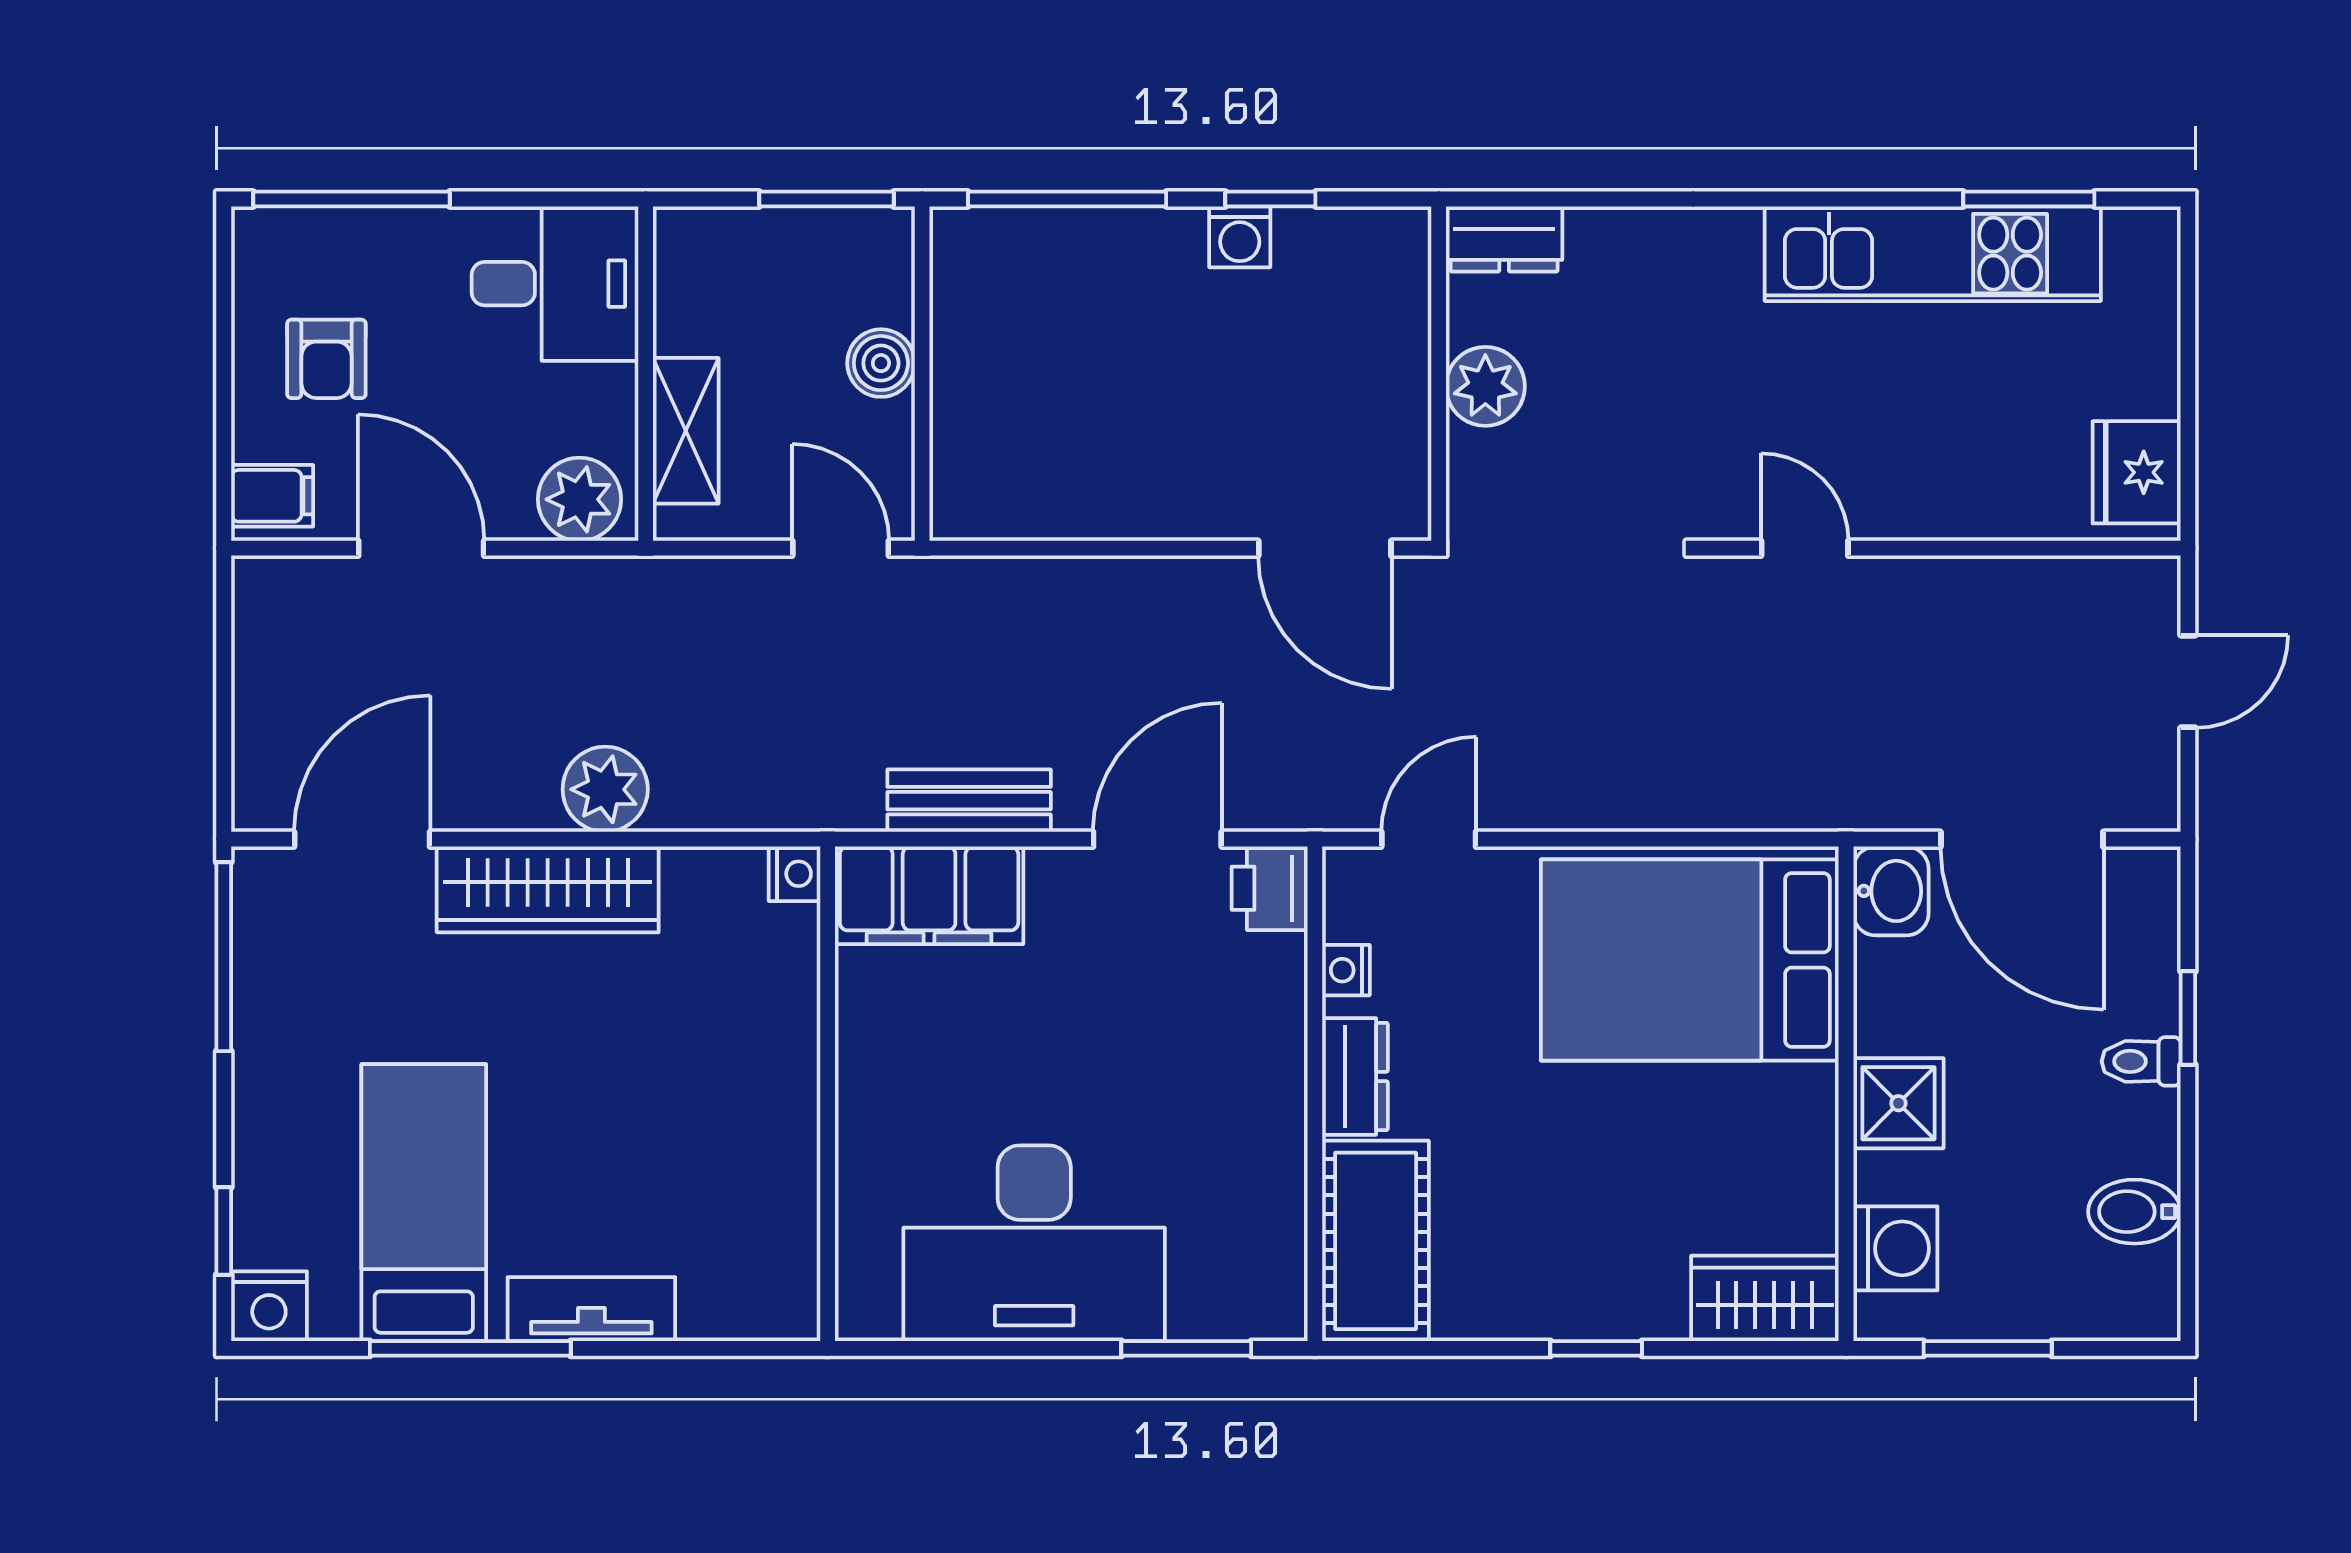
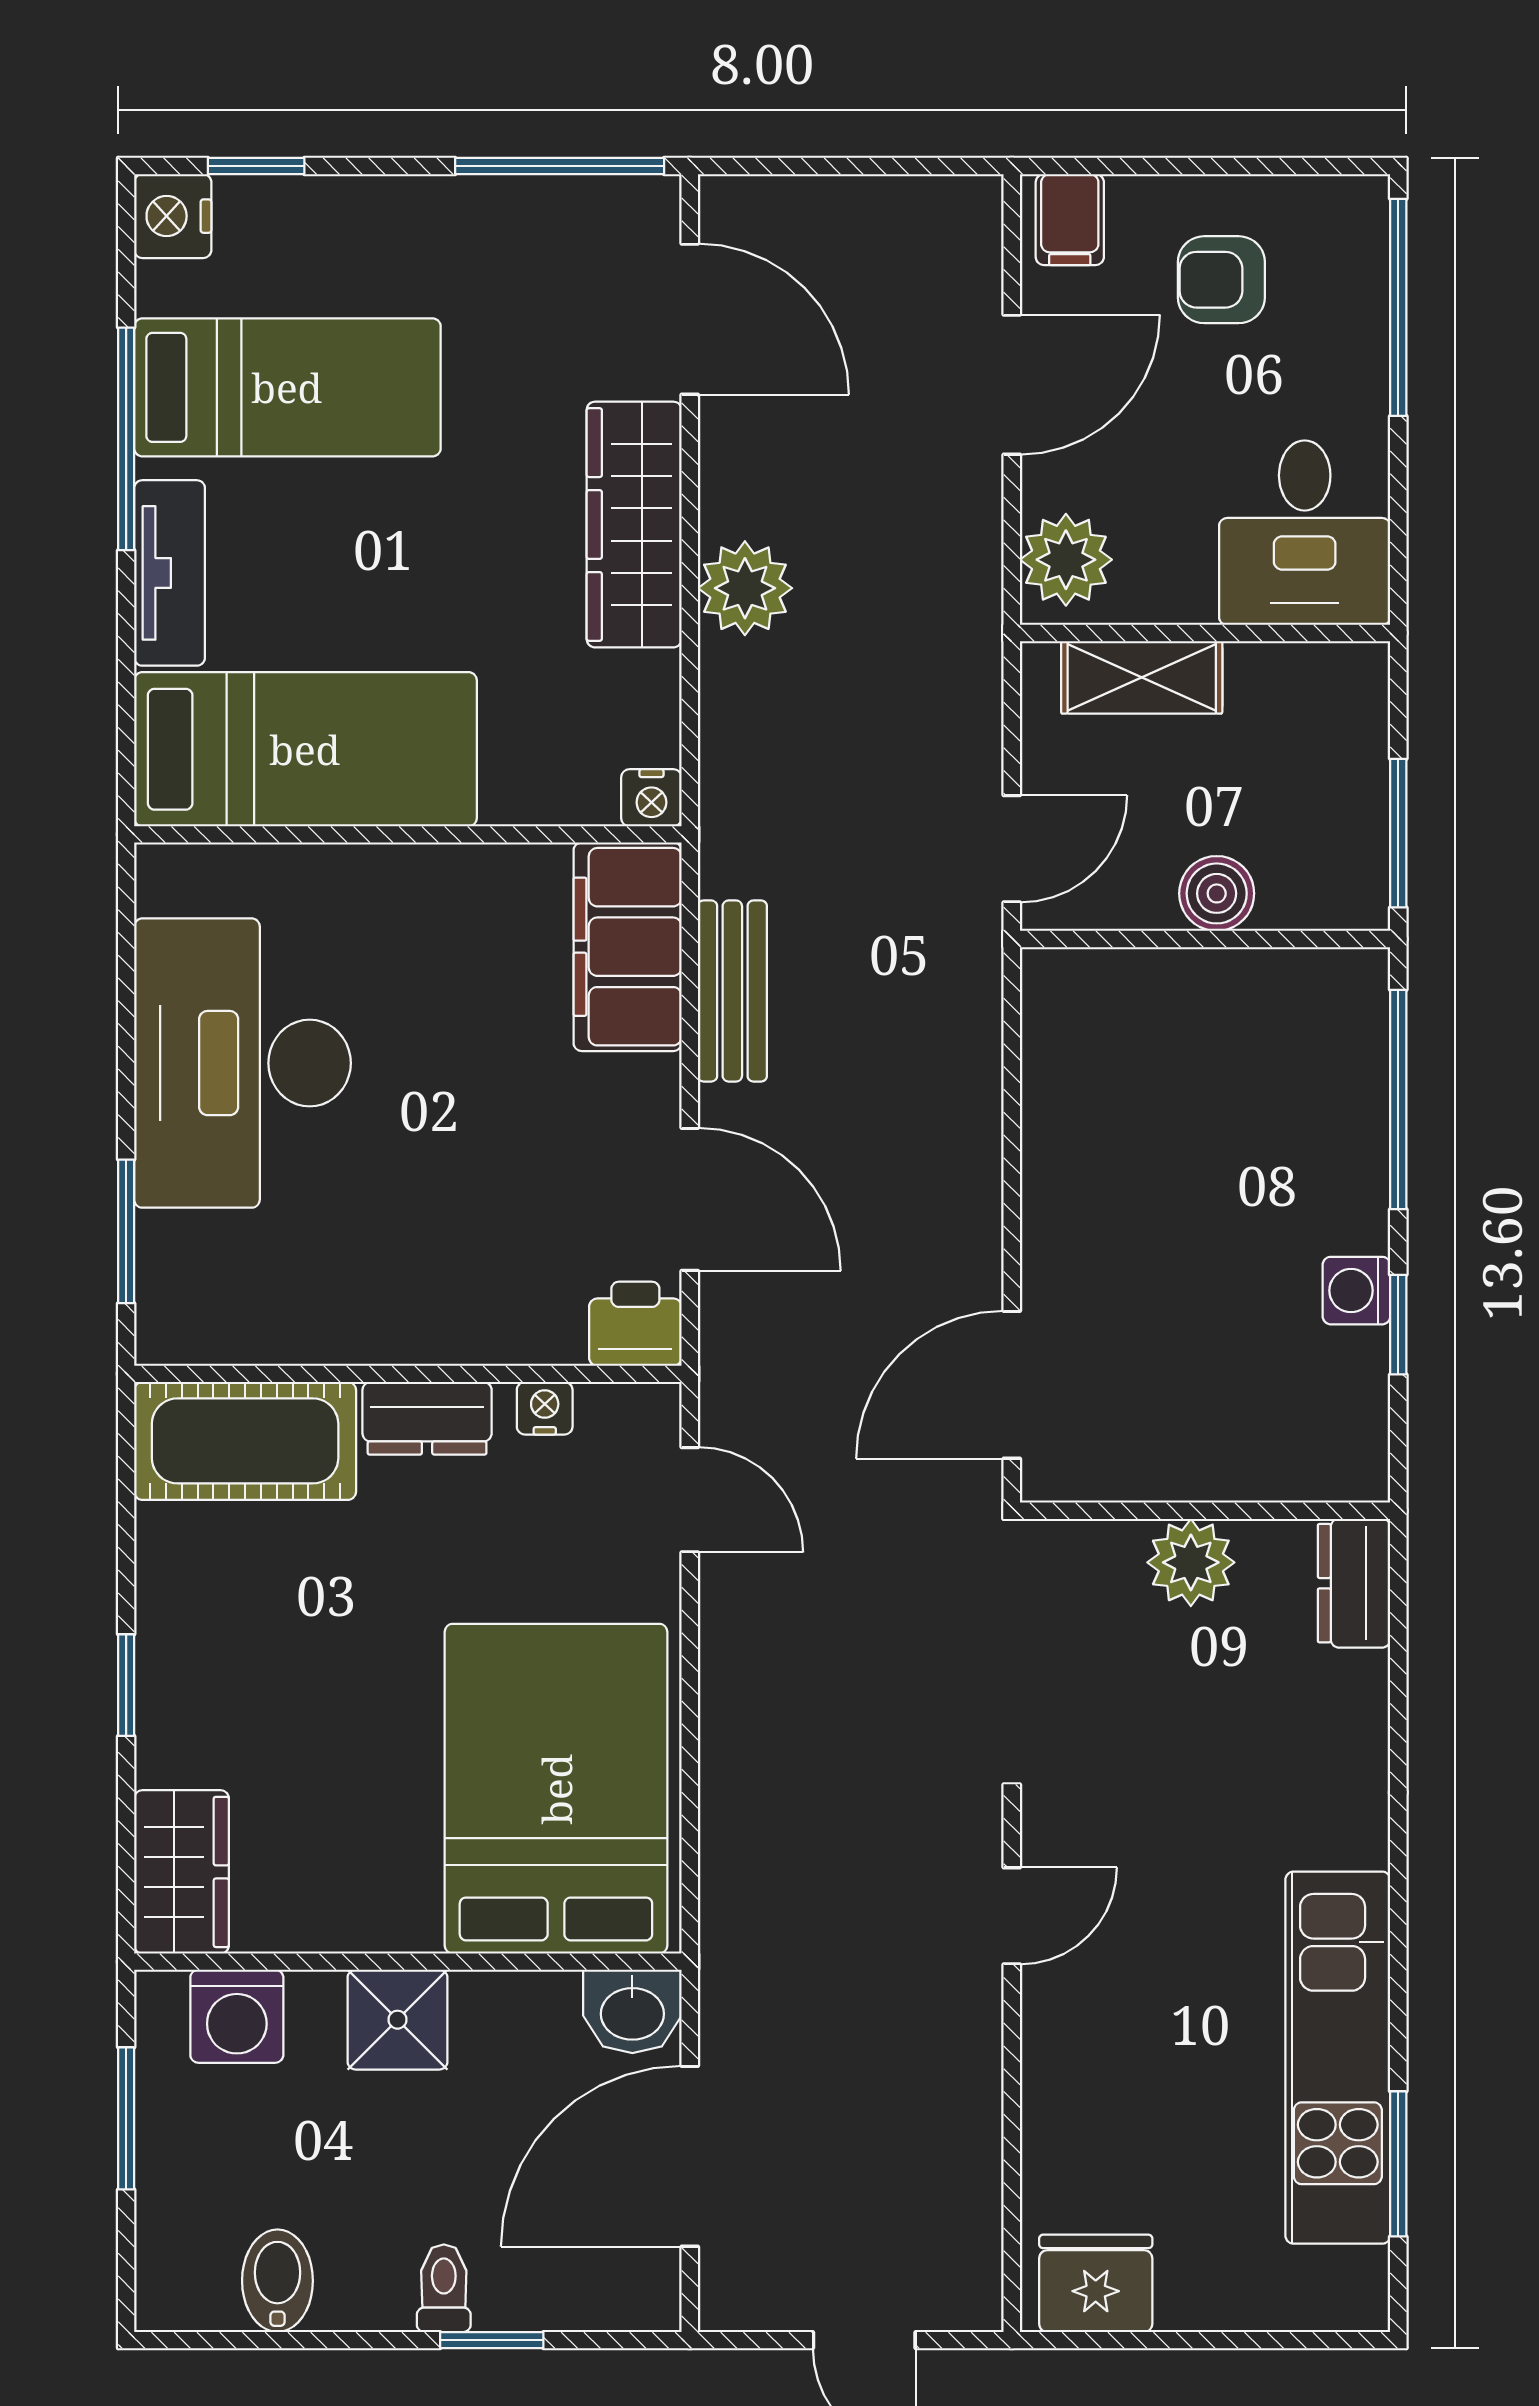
bed: (751, 1186) -> (305, 749), added

